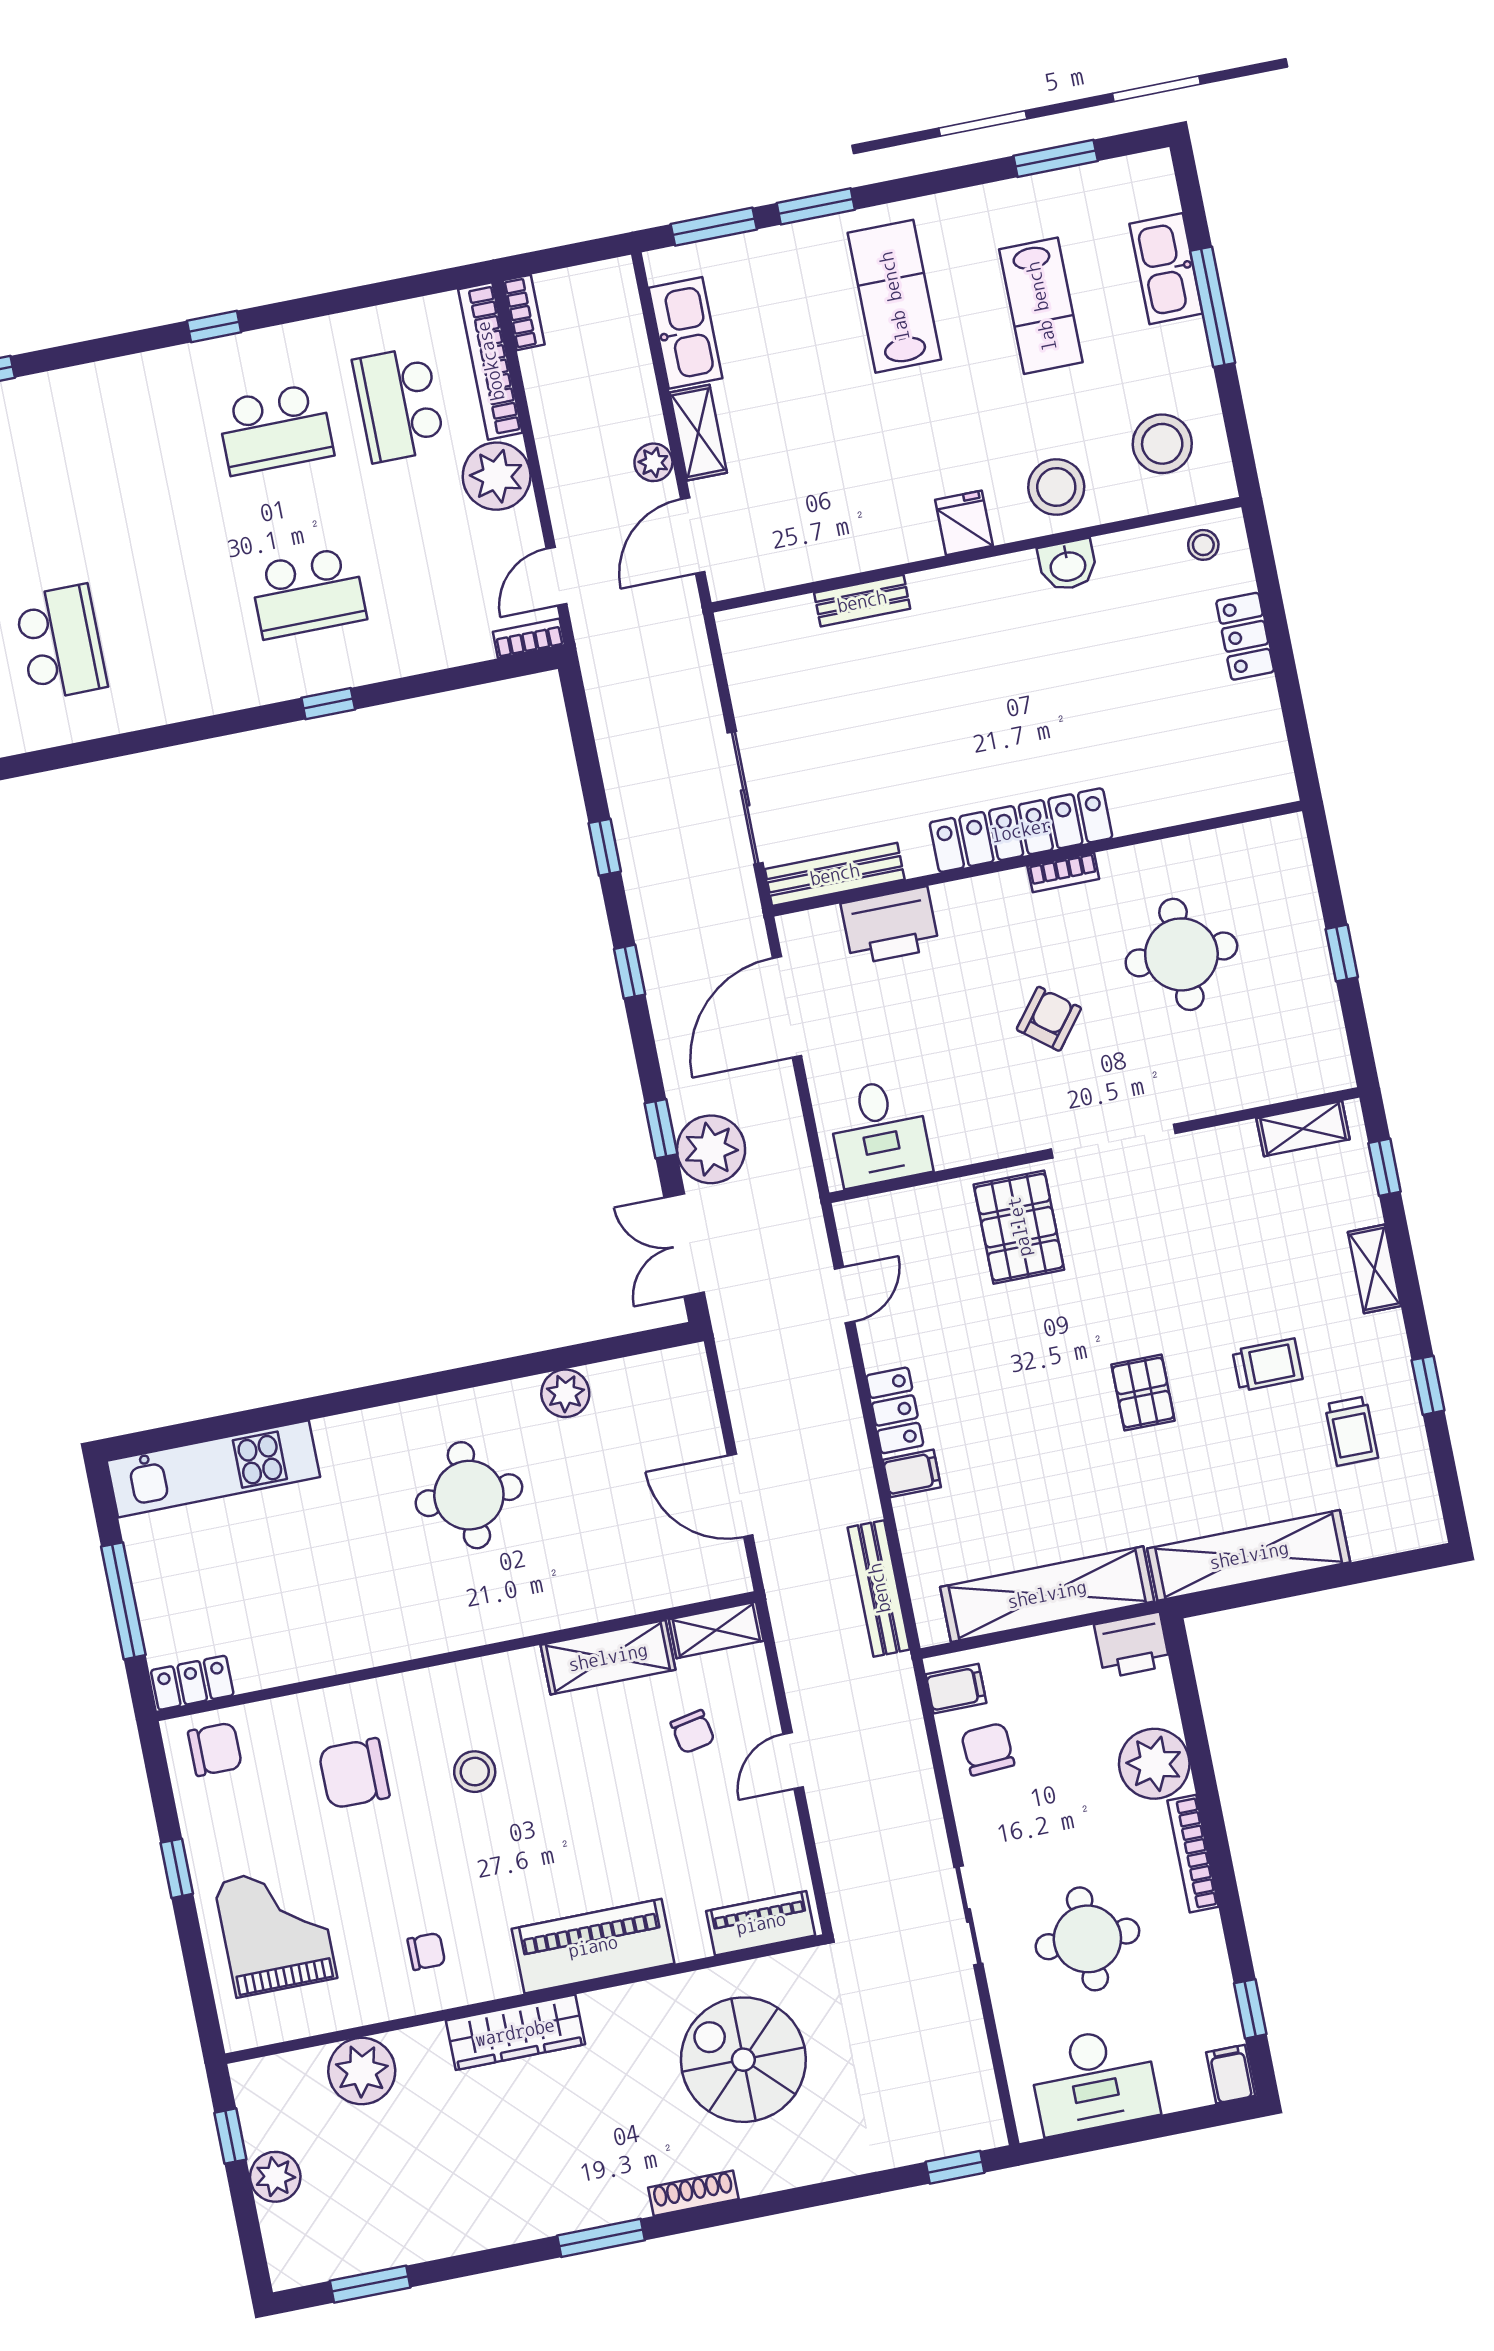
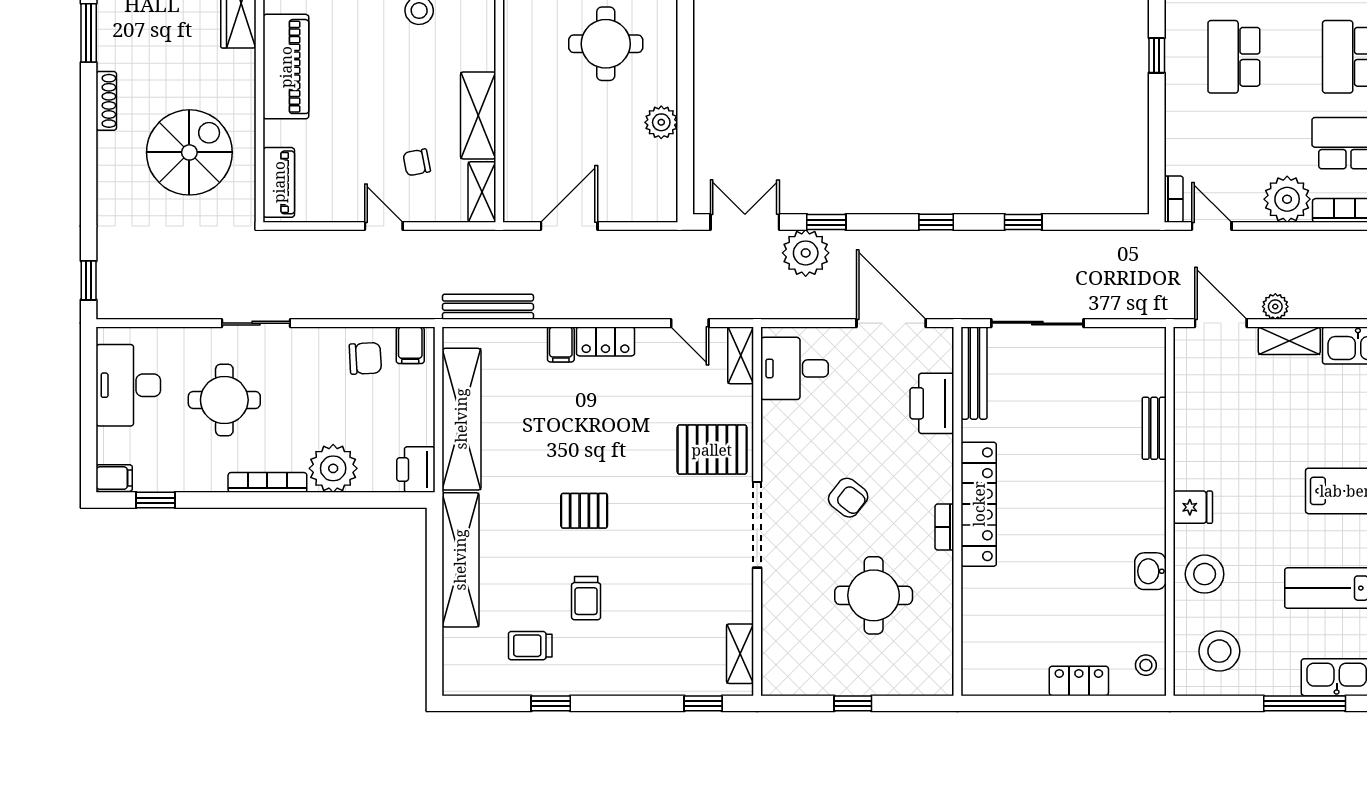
shelving: (1374, 1269) -> (741, 355), moved, turned 90

